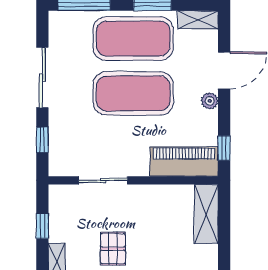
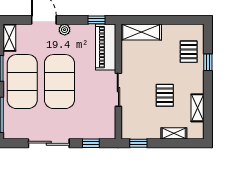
sliding door: (103, 180) -> (118, 90), moved
window: (42, 226) -> (138, 143), moved
pallet: (113, 249) -> (165, 95), turned 90

